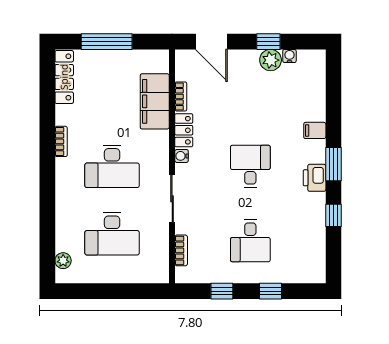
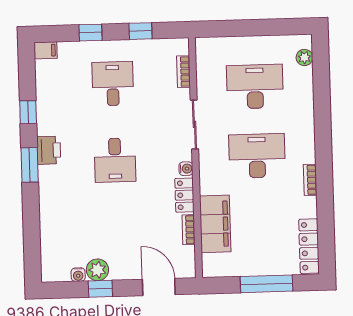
filing cabinet: (315, 130) -> (45, 50), moved

